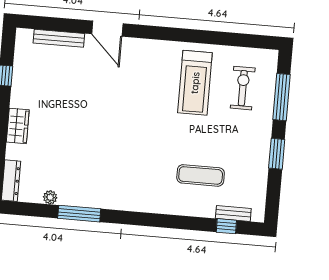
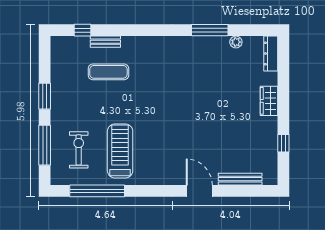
window: (225, 39) -> (97, 191), added
exercise bike: (243, 88) -> (79, 150), turned 180
bench: (233, 213) -> (105, 42), moved

